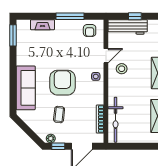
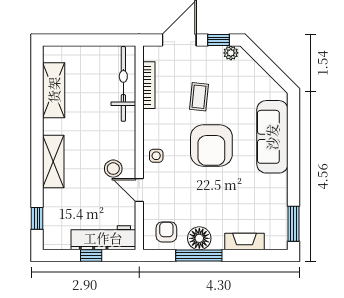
floor lamp: (70, 27) -> (199, 238), added
door: (106, 56) -> (139, 190), hinge flipped
coffee table: (59, 115) -> (199, 97), moved

